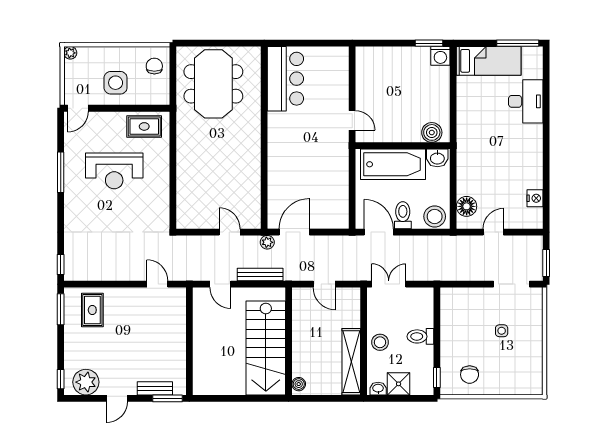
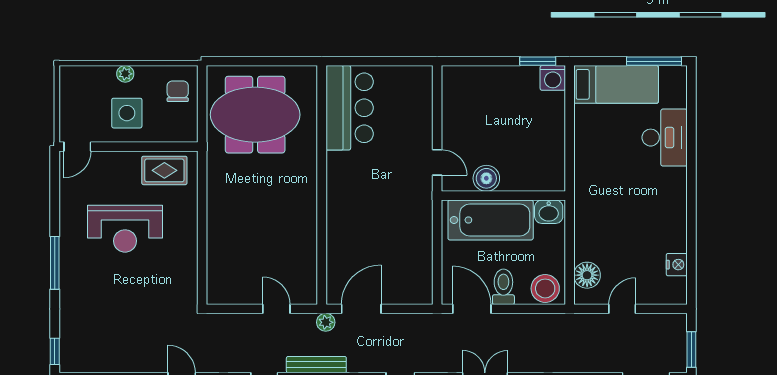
plant: (70, 53) -> (125, 74), moved
meeting table: (213, 84) -> (255, 115), turned 90
boiler: (432, 132) -> (486, 178), moved
window: (61, 172) -> (55, 263), moved

